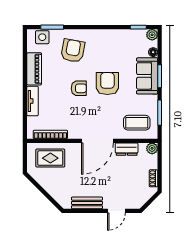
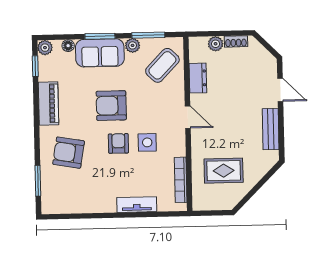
side table: (42, 37) -> (147, 142), moved
piano: (34, 69) -> (48, 103), moved, turned 90
plant: (152, 101) -> (133, 45), added
coffee table: (137, 123) -> (162, 65), turned 44
door: (97, 141) -> (188, 117), width x0.53
plant: (152, 148) -> (216, 44), moved
rug: (50, 158) -> (224, 171), moved, turned 90

